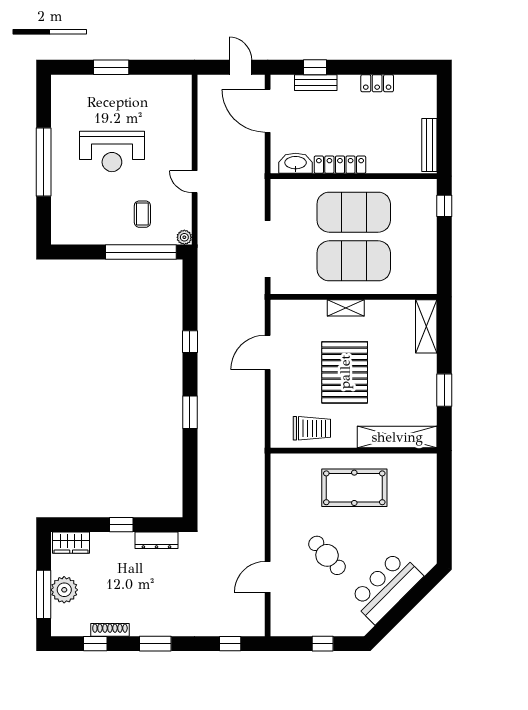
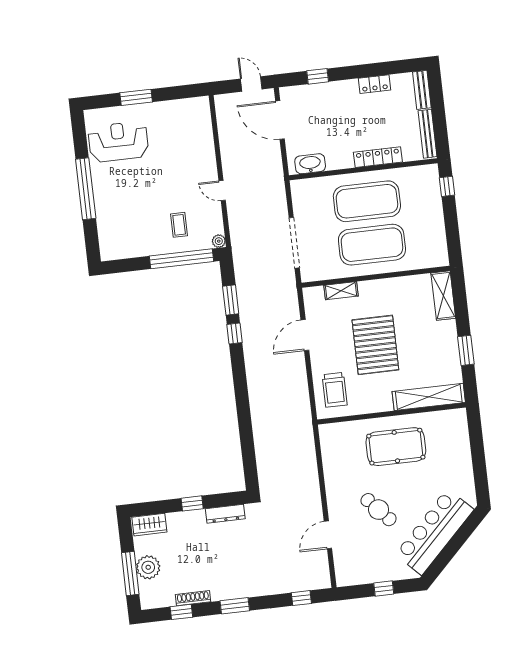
bench: (316, 83) -> (422, 90), moved, turned 90
reception desk: (112, 152) -> (118, 142), moved, turned 180
locker: (340, 165) -> (378, 157), moved
shelving: (346, 308) -> (341, 291), moved
window: (190, 412) -> (231, 300), moved
trolley: (312, 428) -> (335, 390), moved, turned 90
bar counter: (386, 587) -> (434, 532), width x1.36

